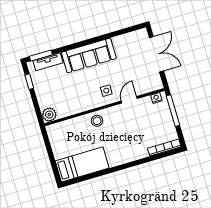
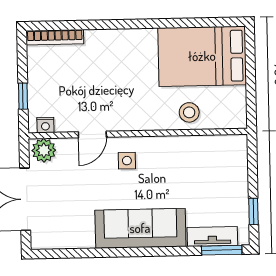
window: (173, 111) -> (23, 96), width x0.46
plant: (49, 115) -> (44, 150), moved
stool: (97, 121) -> (189, 112), moved
bed: (82, 164) -> (202, 56), width x1.50

